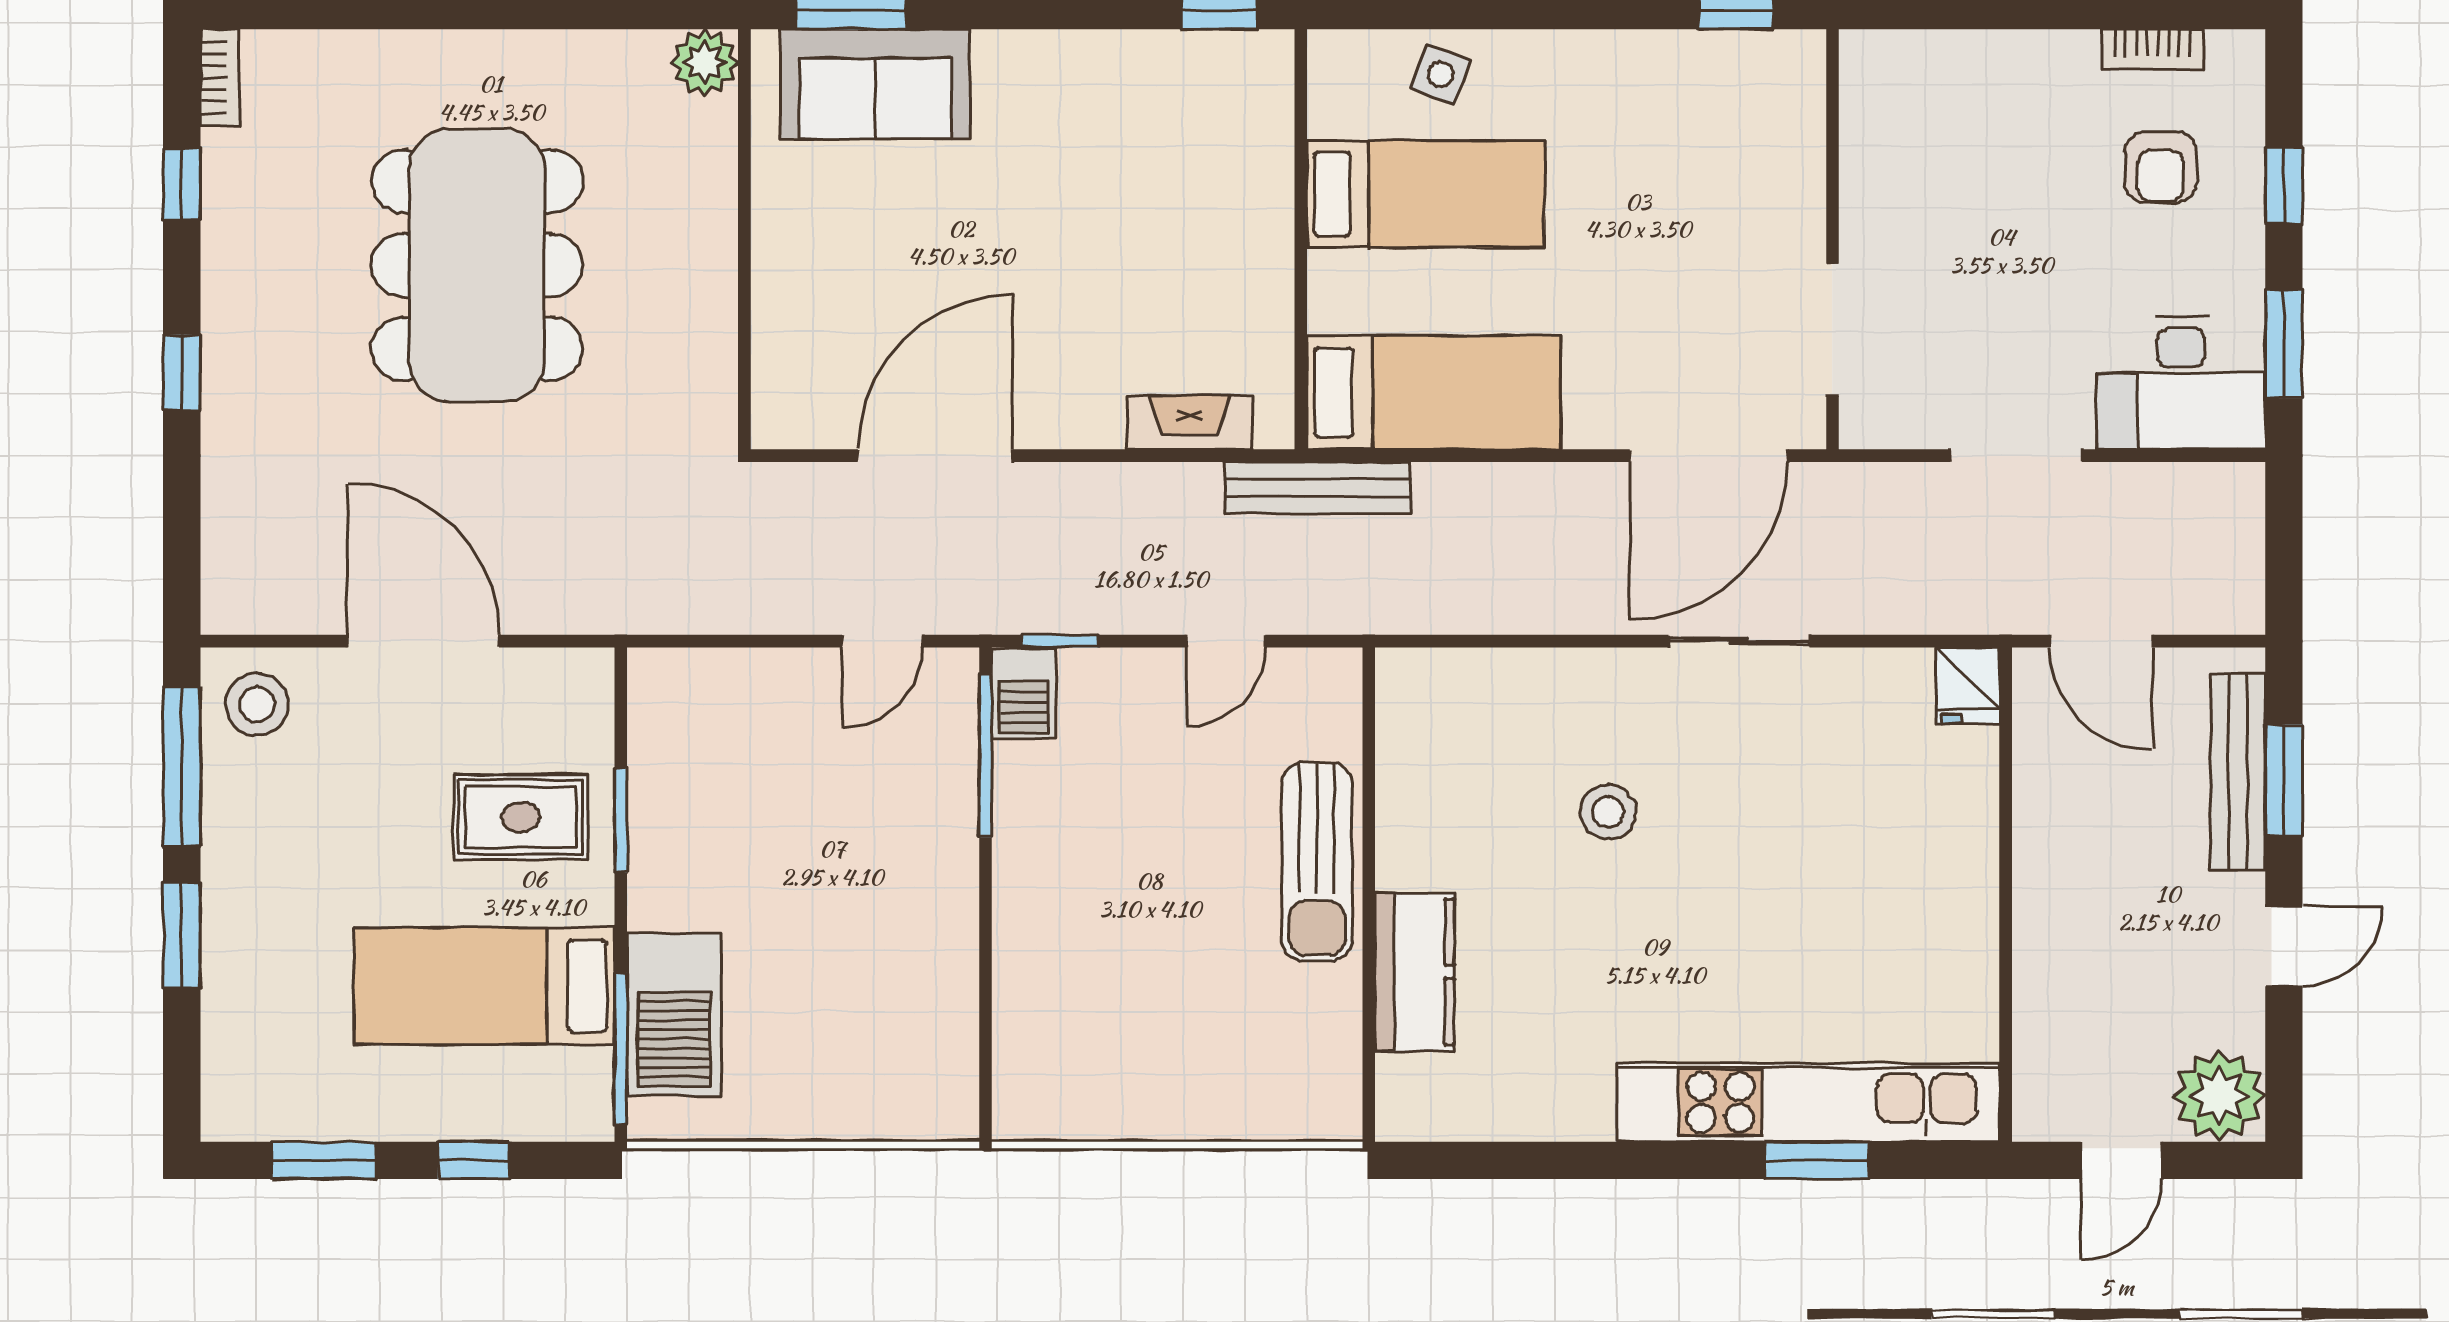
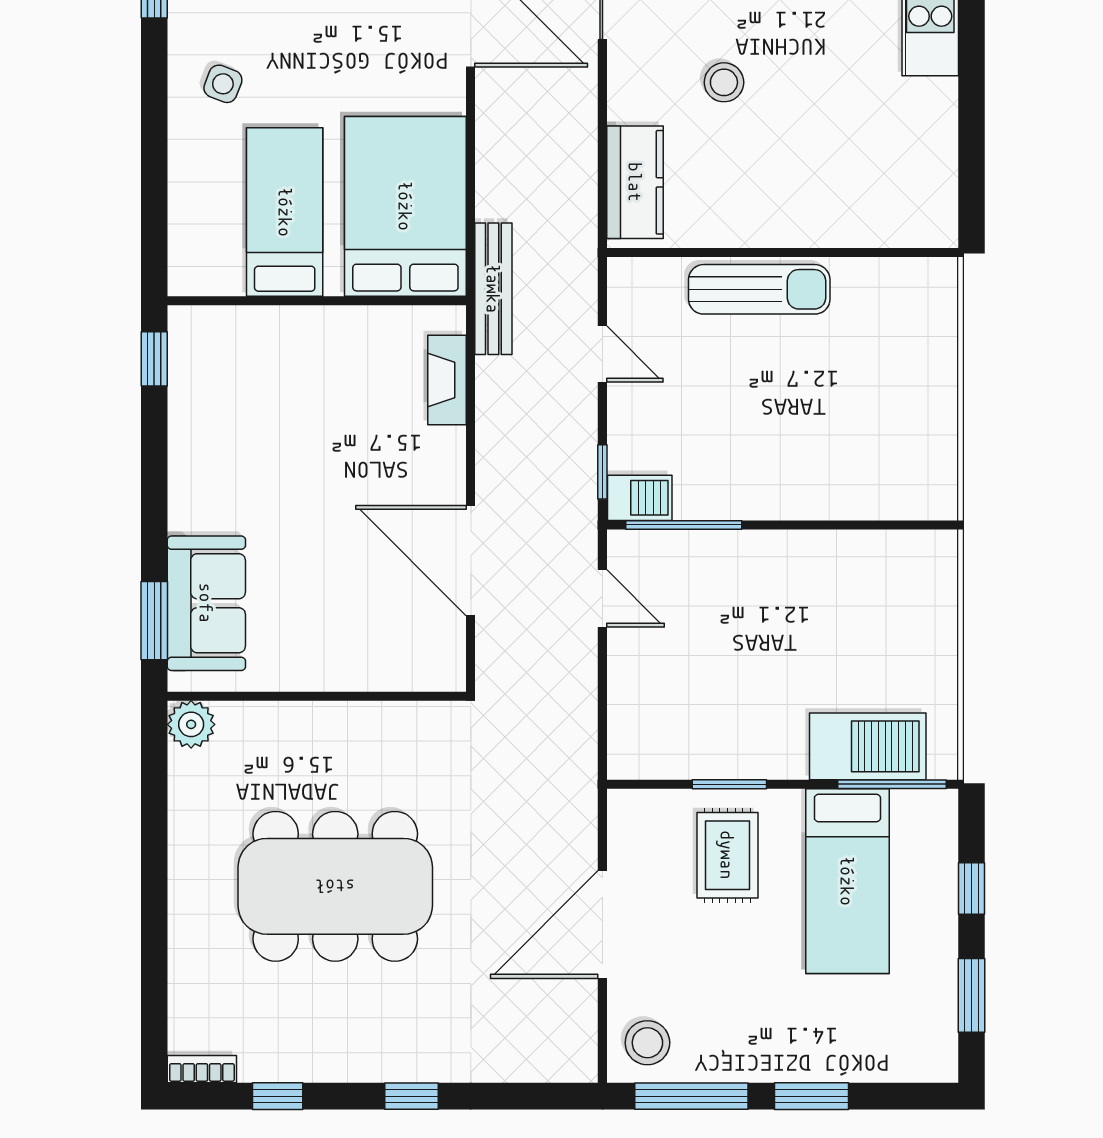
side table: (1441, 74) -> (223, 84), moved
bed: (1434, 392) -> (405, 206), width x1.50
kitchen counter: (1415, 972) -> (635, 182), moved, turned 90

